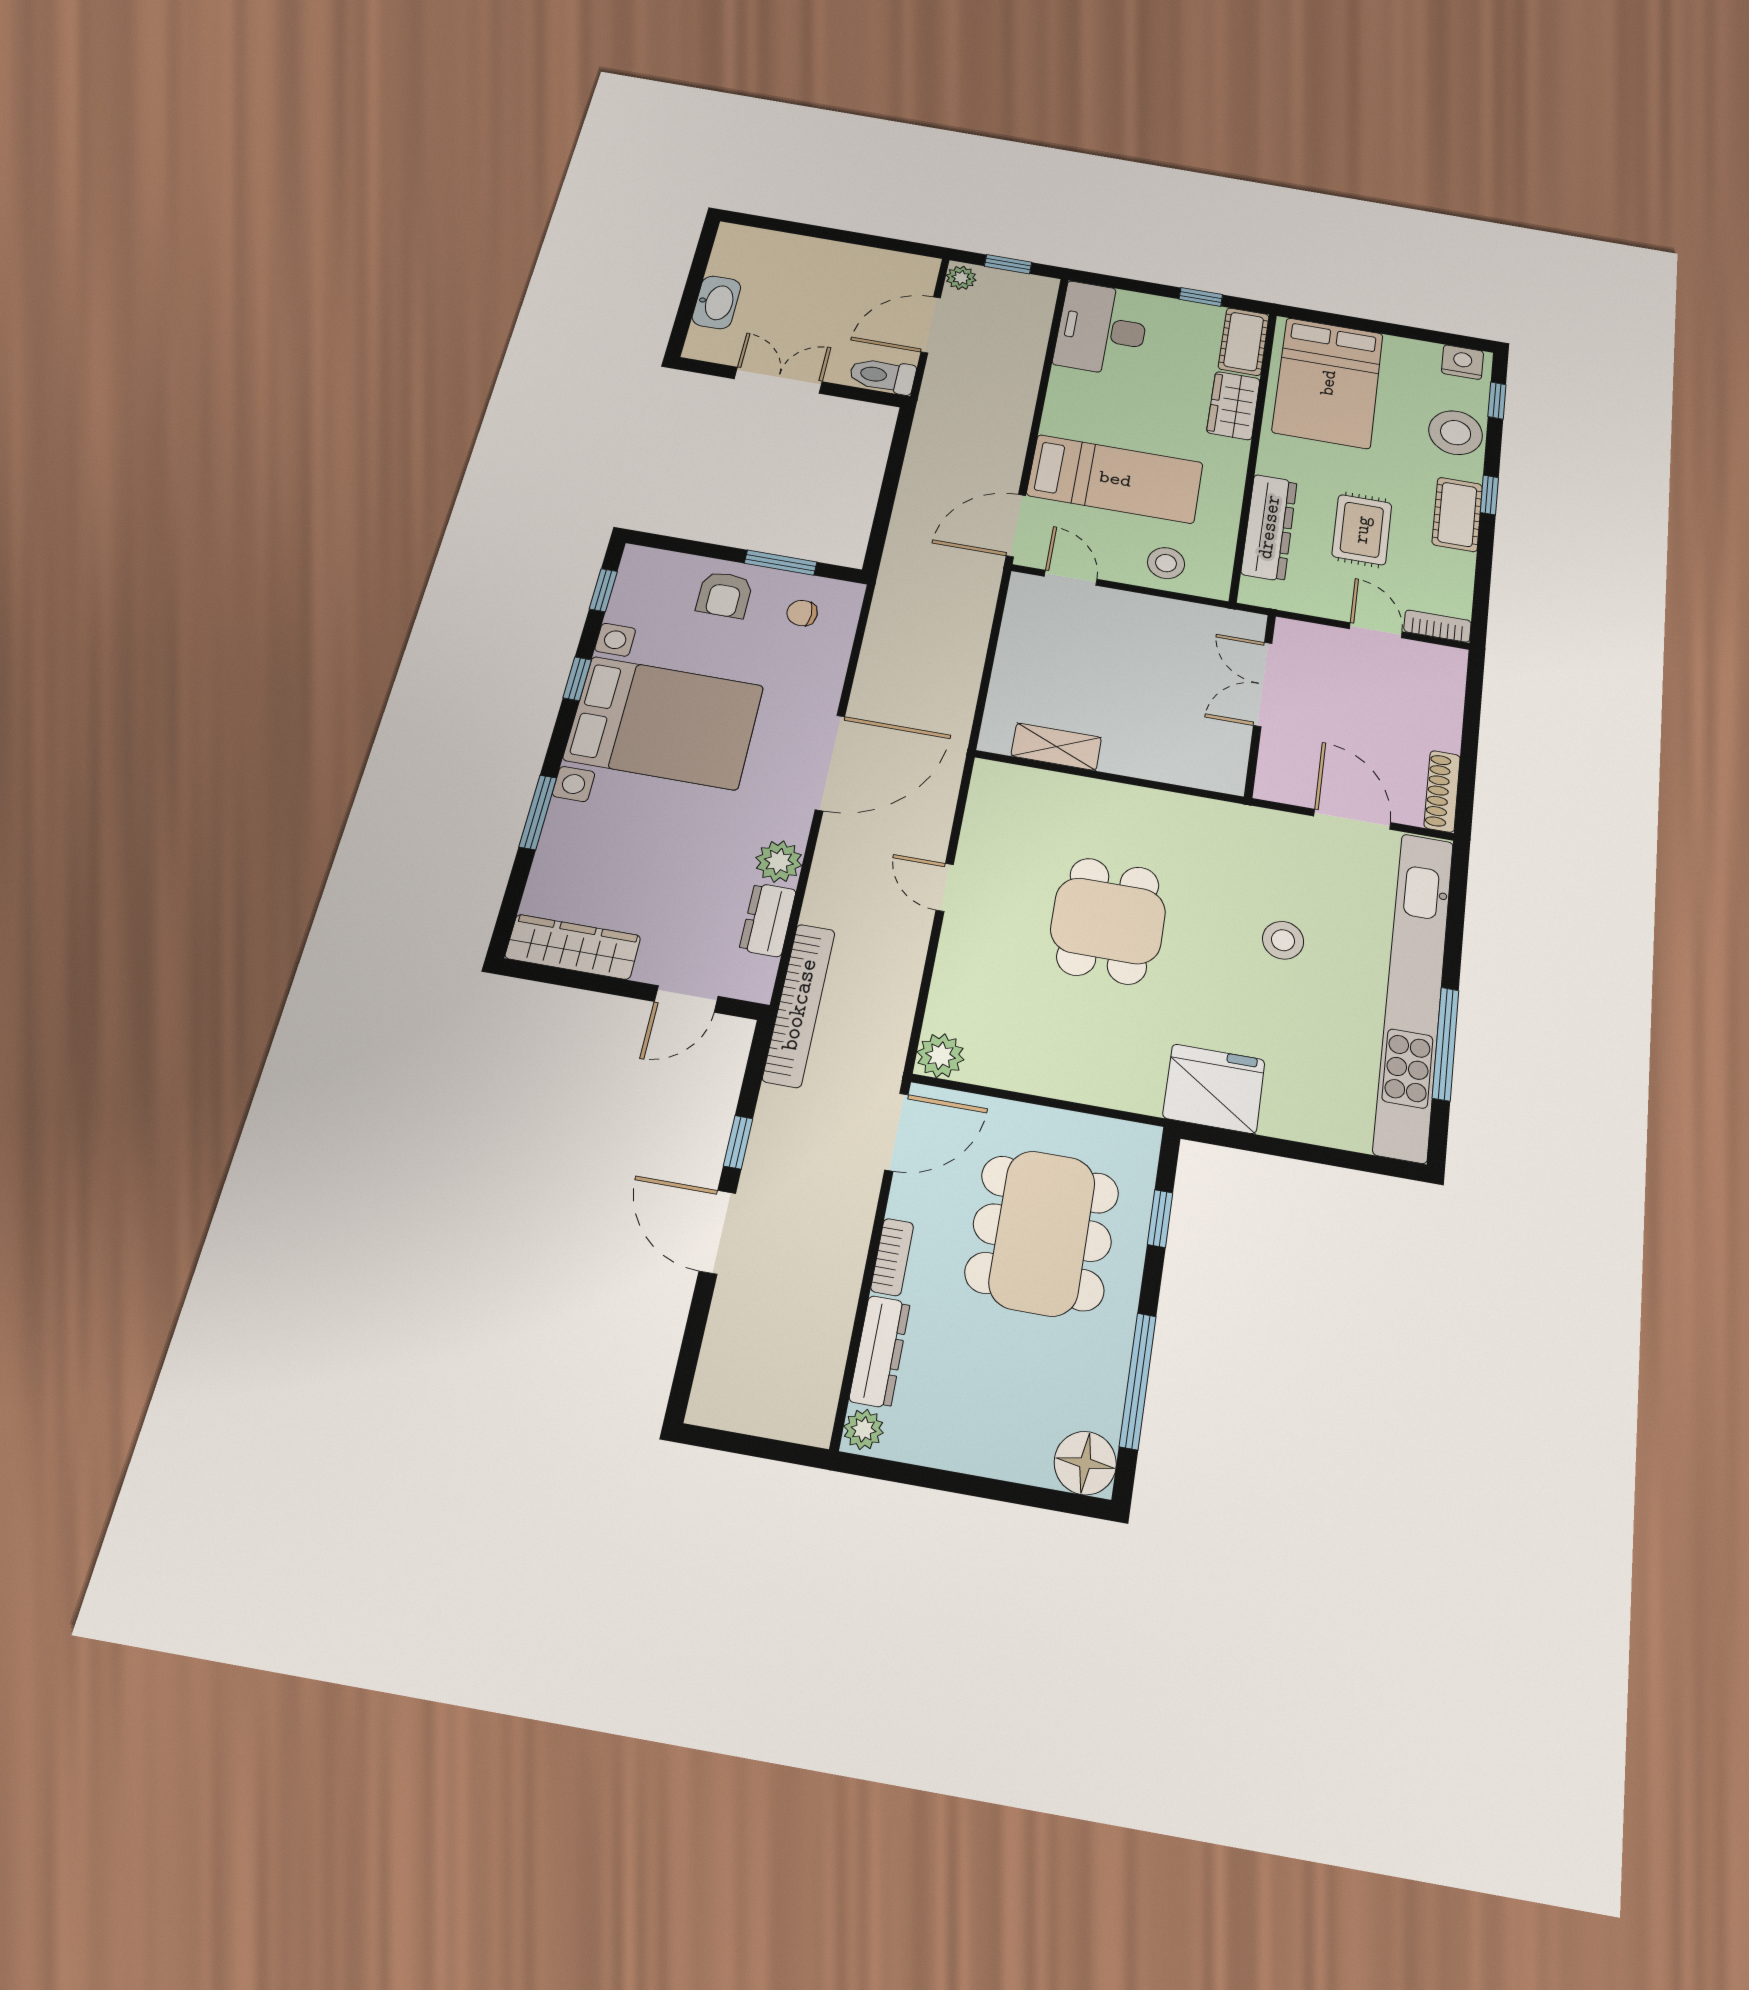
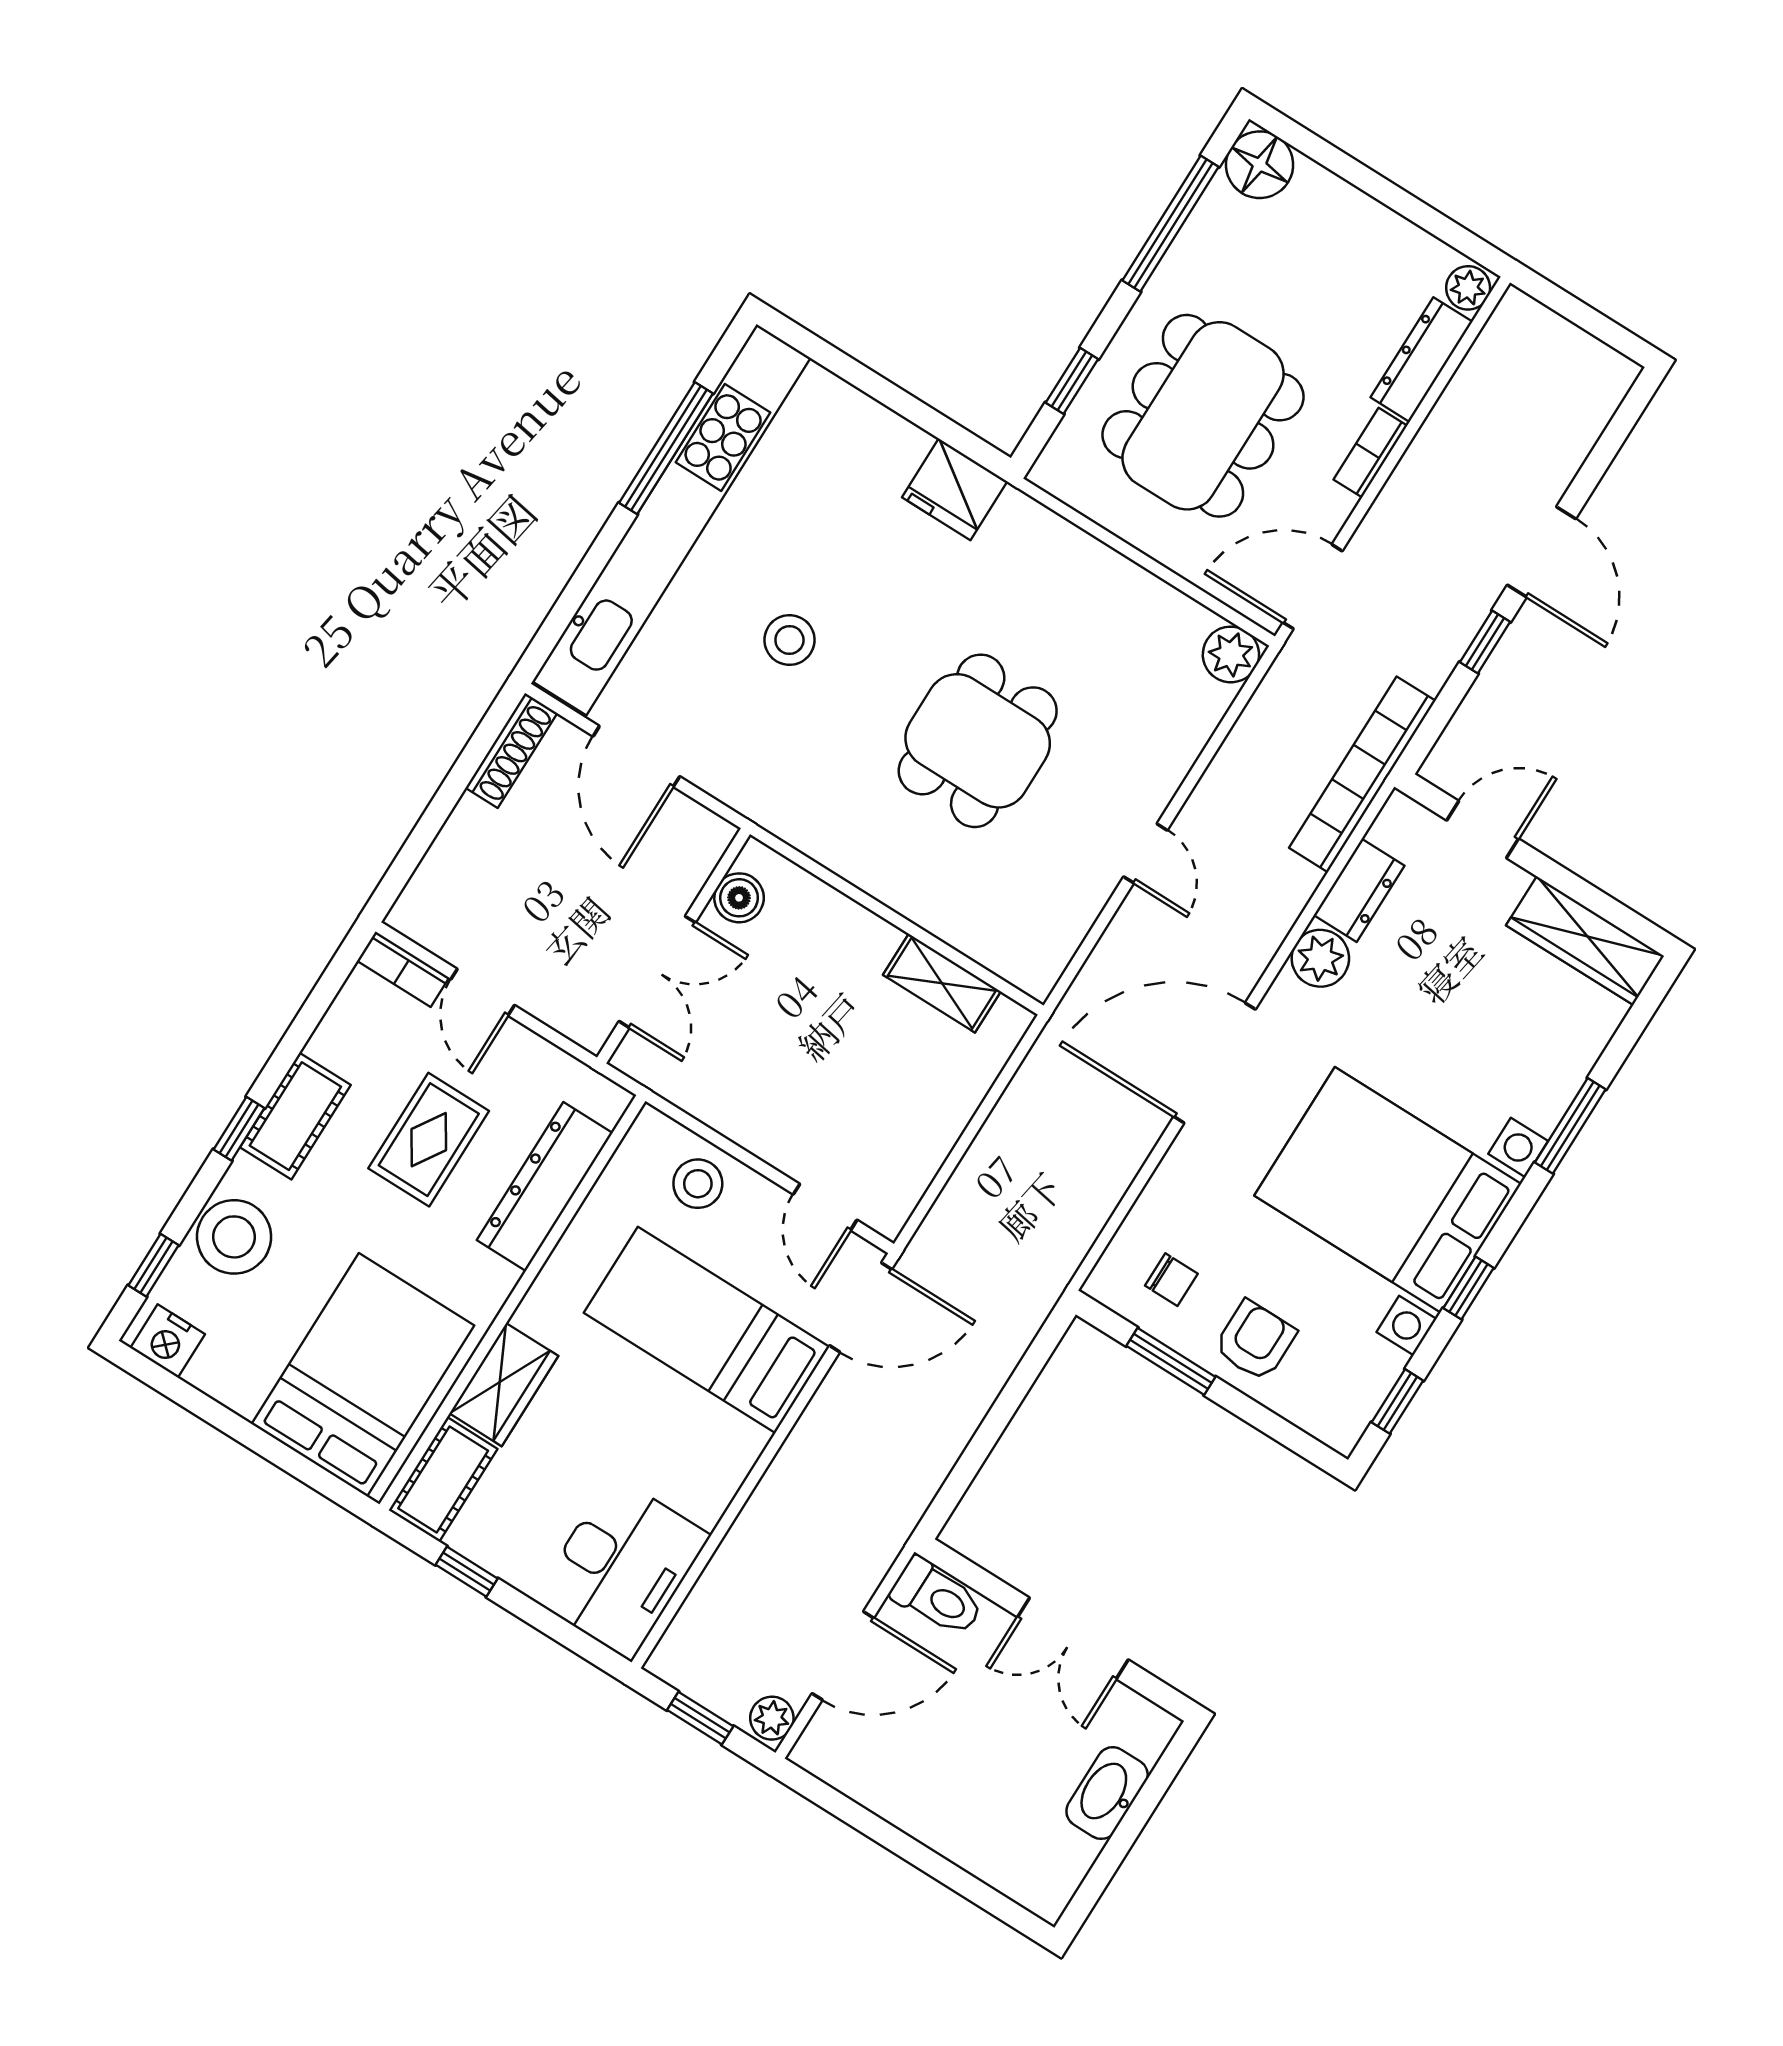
boiler: (1230, 752) -> (739, 898), added
fridge: (1214, 1089) -> (955, 489), width x0.73, depth x0.75

